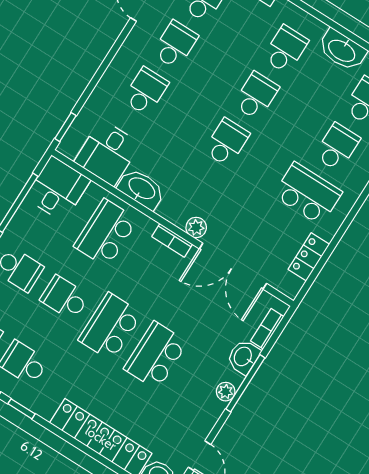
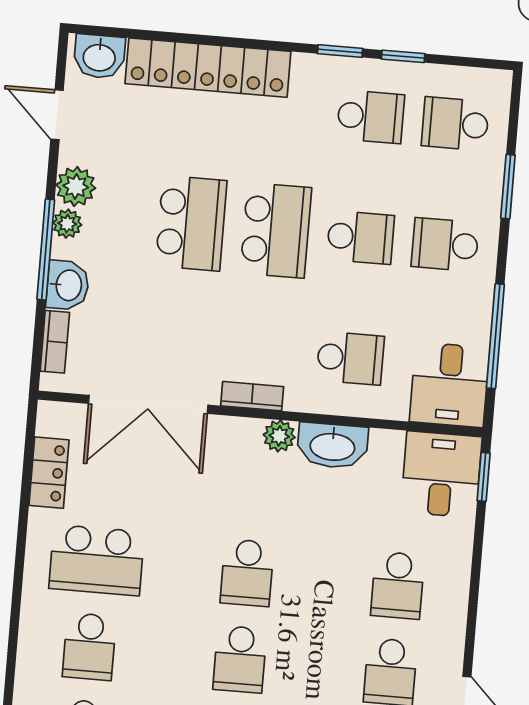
desk: (107, 153) -> (441, 474), moved
plant: (196, 227) -> (279, 436), moved
school desk: (106, 233) -> (350, 358), width x0.54
double door: (233, 266) -> (148, 404), swing flipped
plant: (210, 410) -> (76, 187), added

